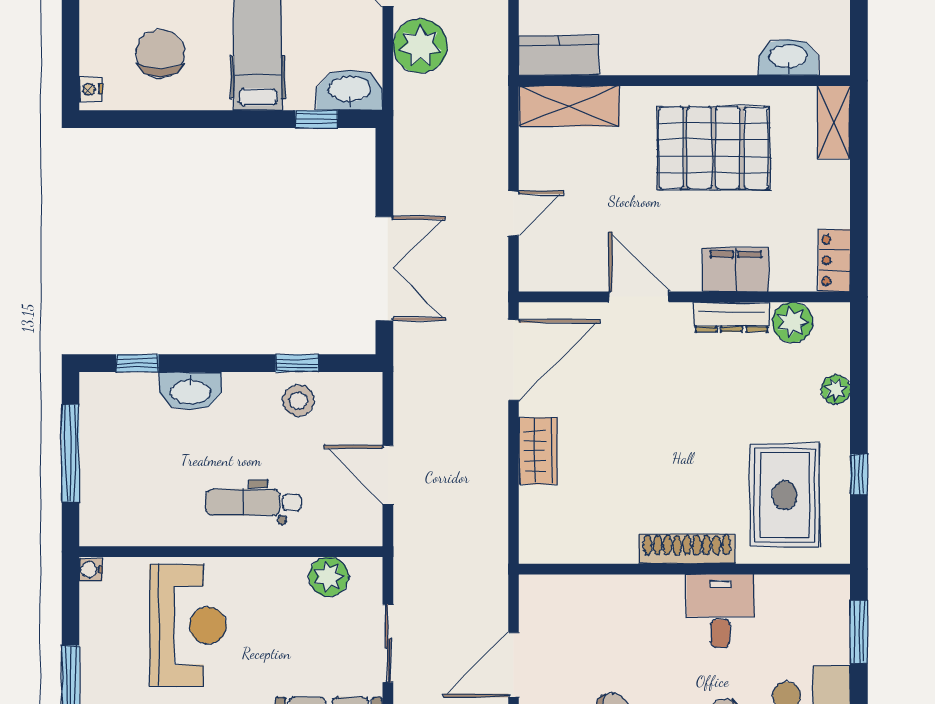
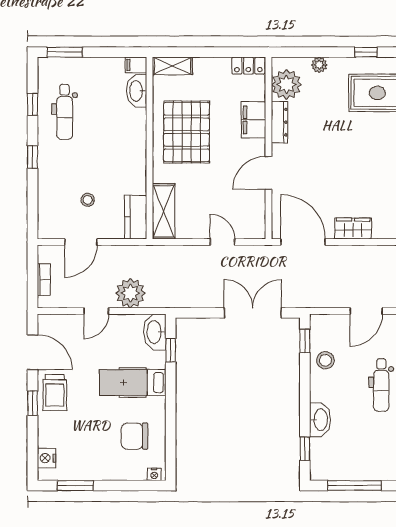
filing cabinet: (835, 56) -> (136, 65), added
plant: (792, 322) -> (286, 85), width x1.36, depth x1.36
window: (297, 363) -> (305, 341), moved

